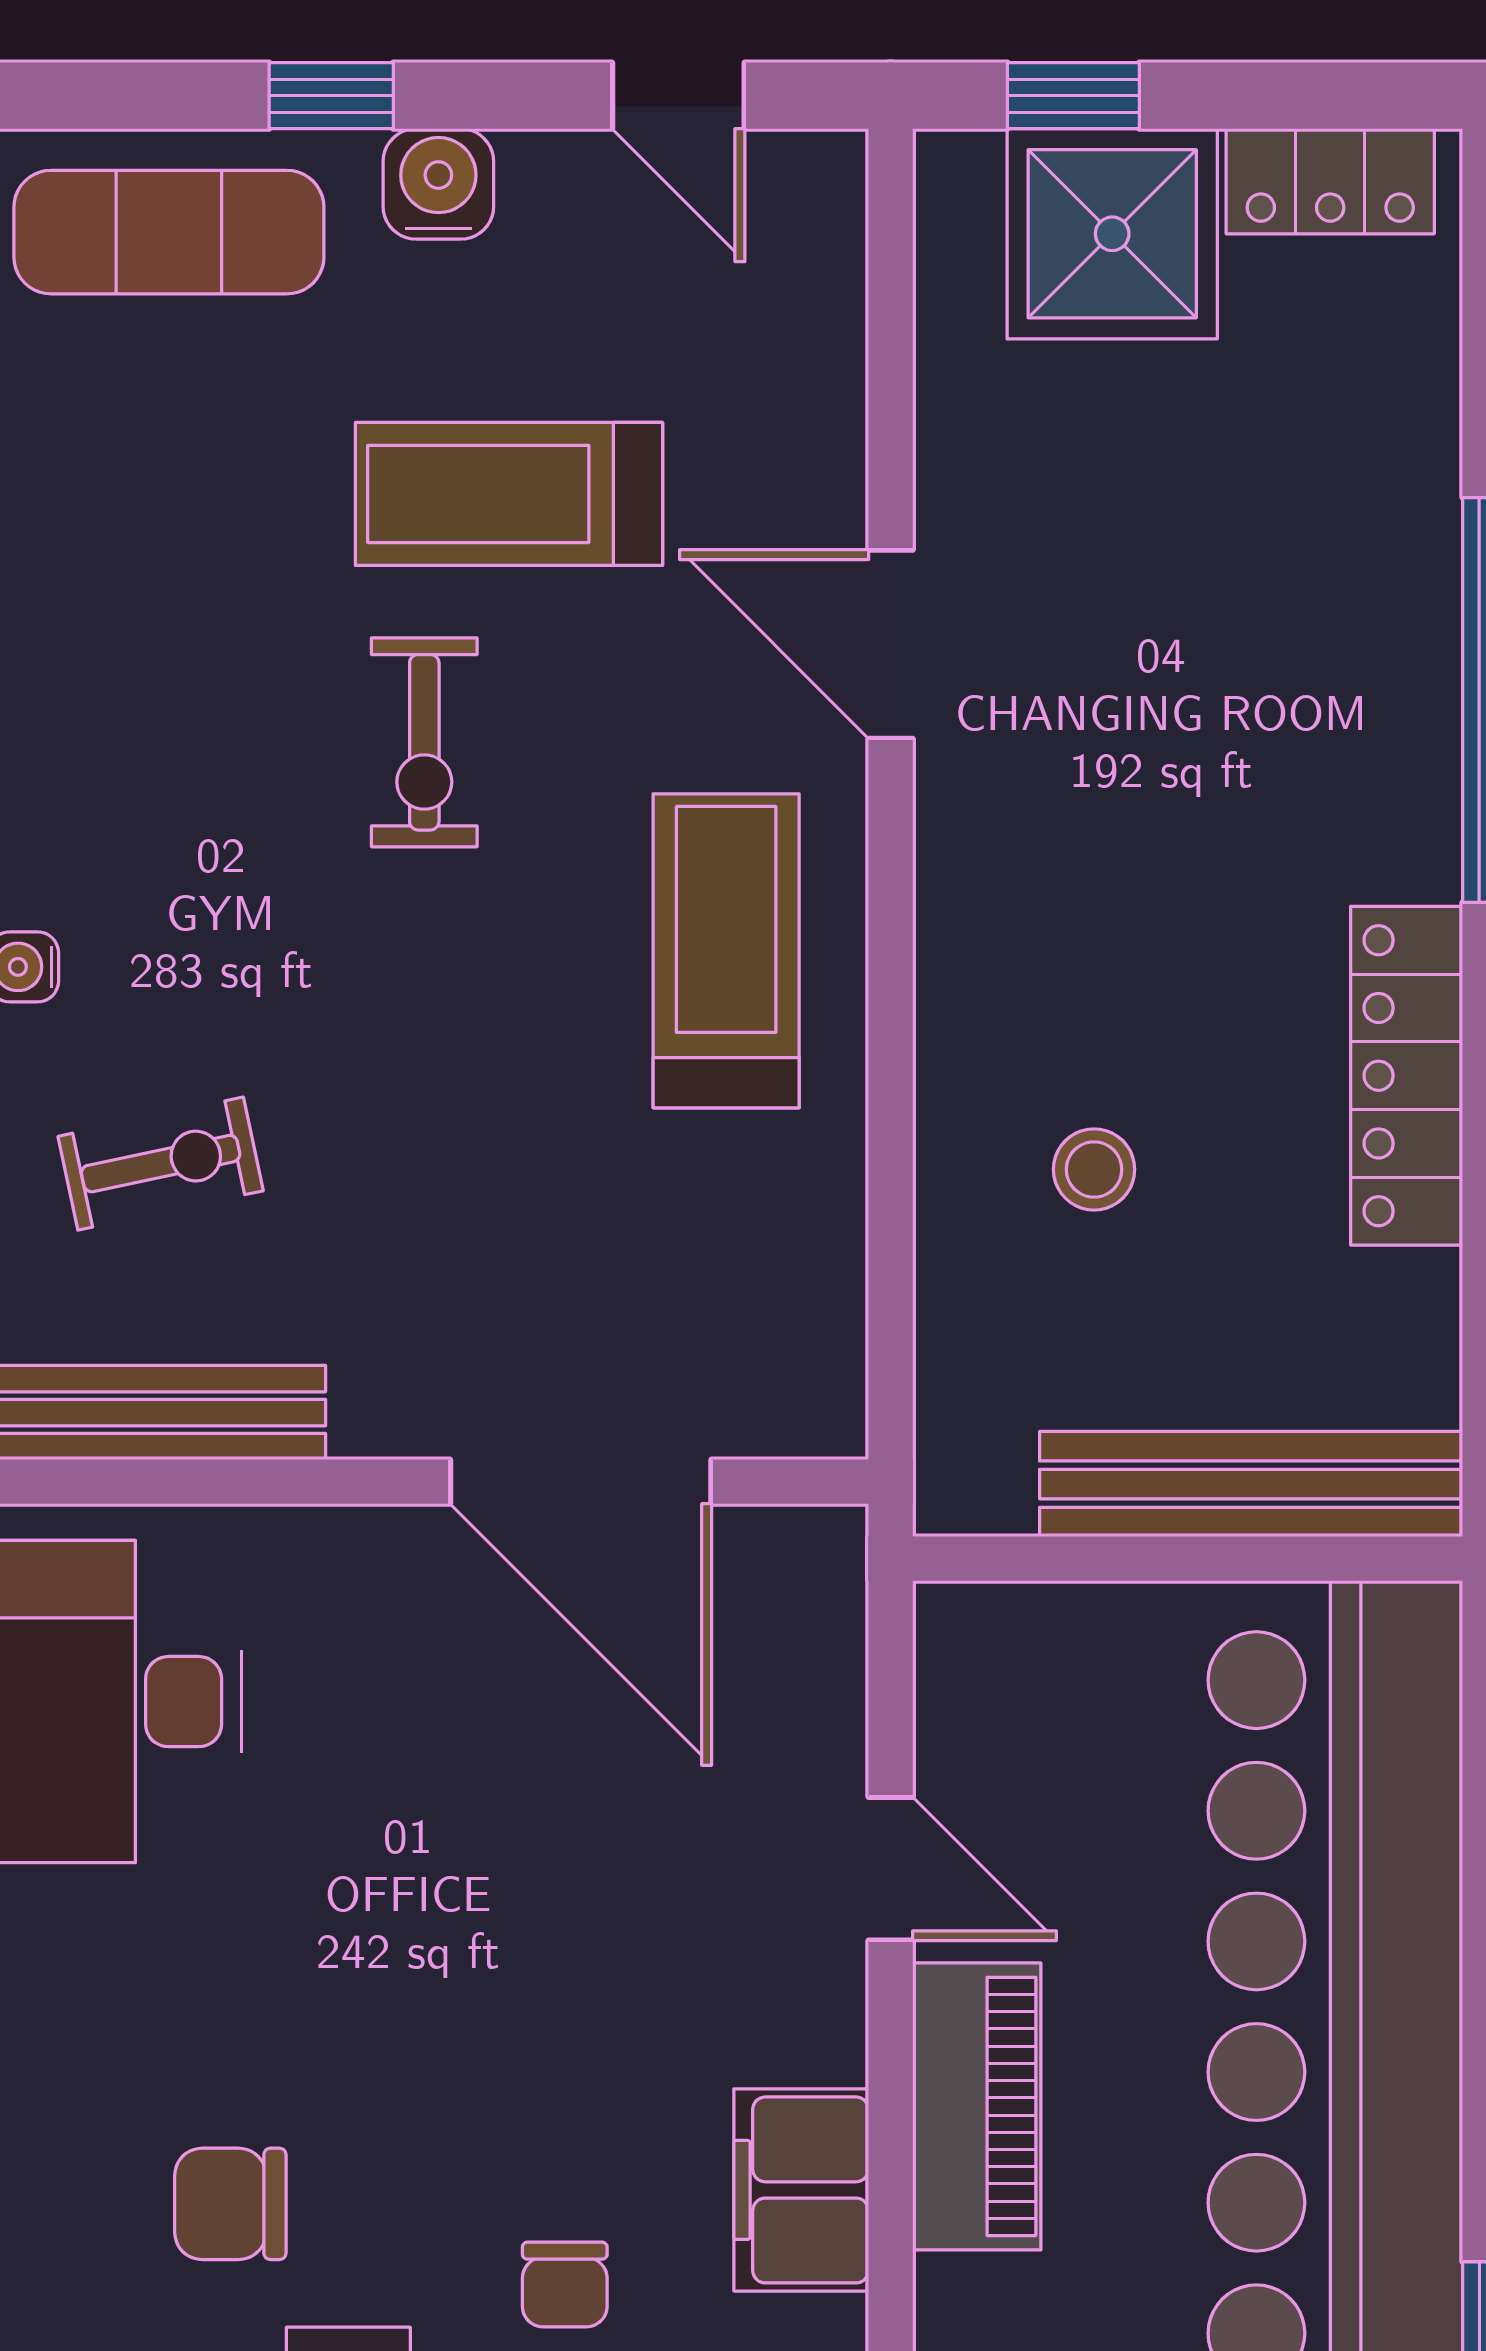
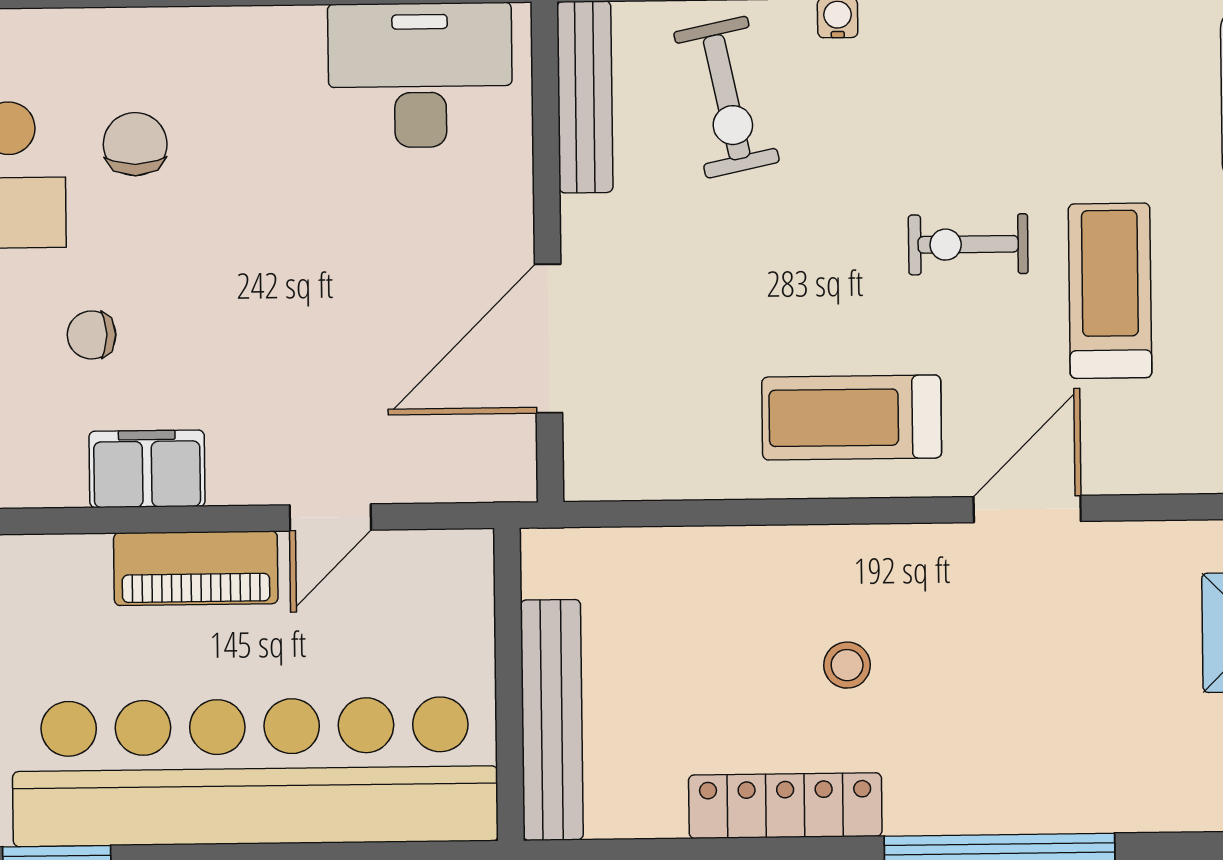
treadmill: (726, 951) -> (852, 418), turned 180
exercise bike: (161, 1164) -> (727, 97), width x1.38, depth x1.39
stool: (1094, 1169) -> (847, 665), moved

